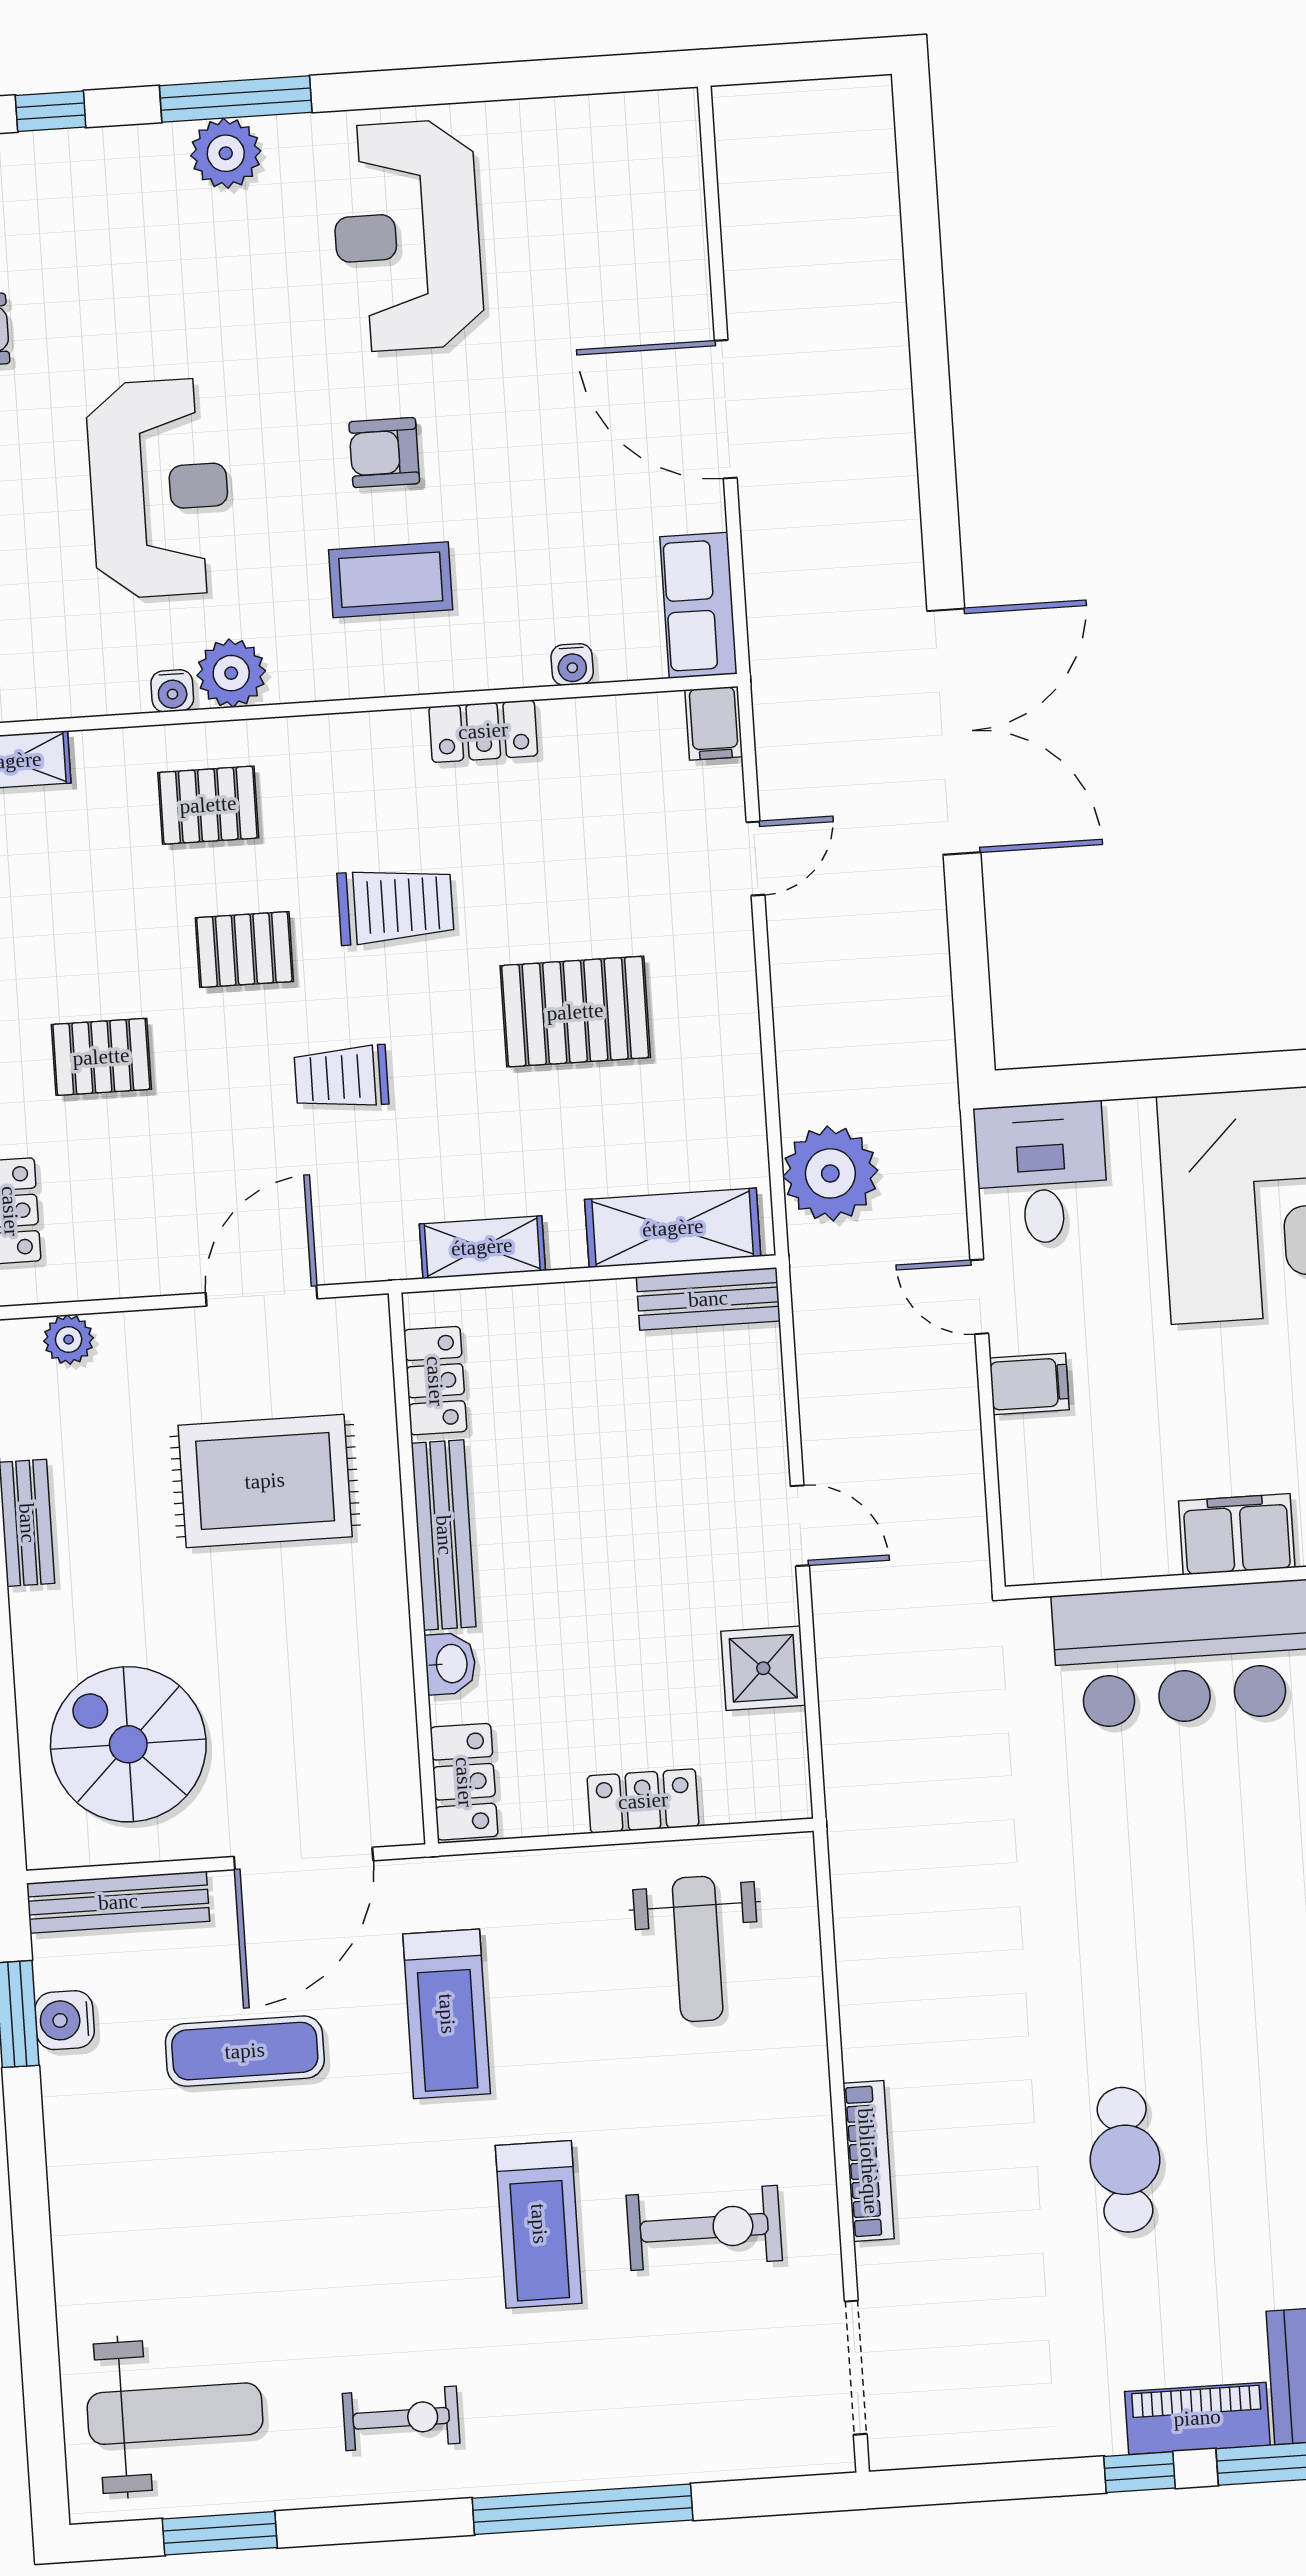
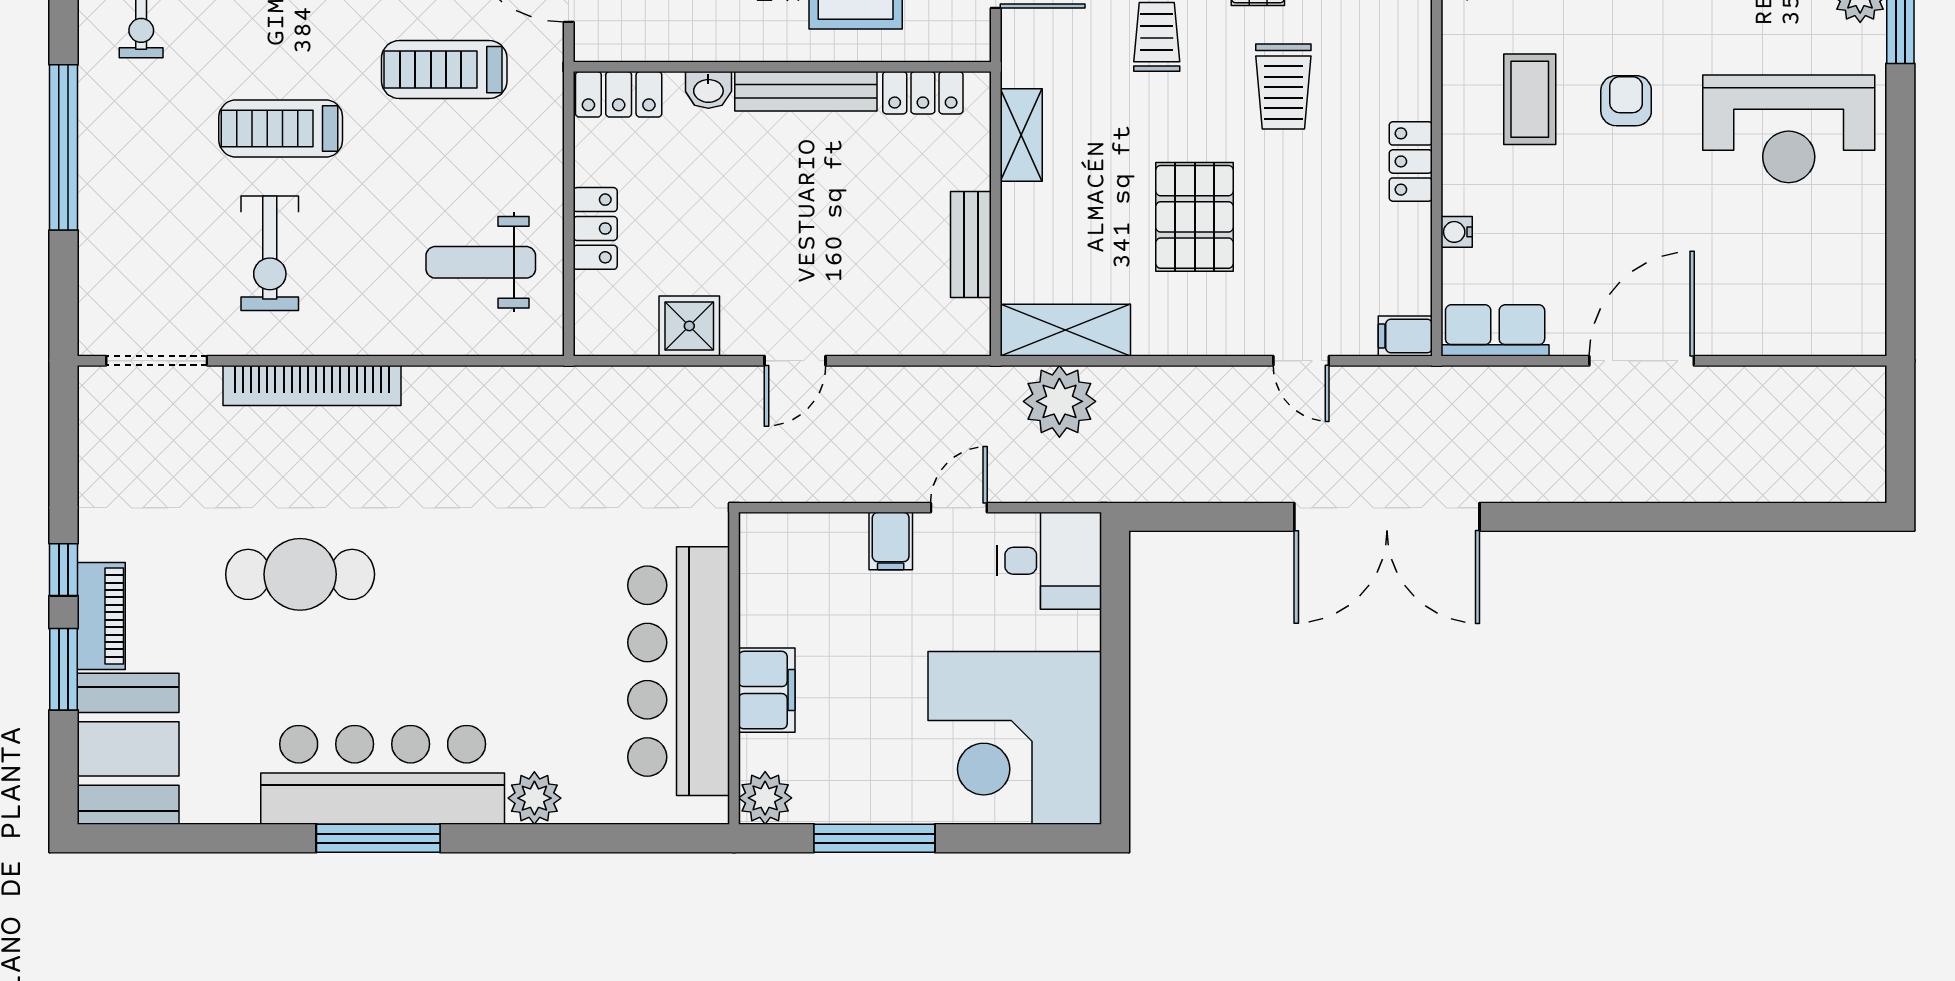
reception desk: (407, 236) -> (1789, 129), turned 180
shelving: (673, 1228) -> (1065, 330), moved, turned 90
bench: (708, 1299) -> (971, 245), moved
cafe table: (1125, 2160) -> (300, 574), width x1.37, depth x1.35
bookcase: (868, 2161) -> (312, 385), width x1.48, depth x1.31

